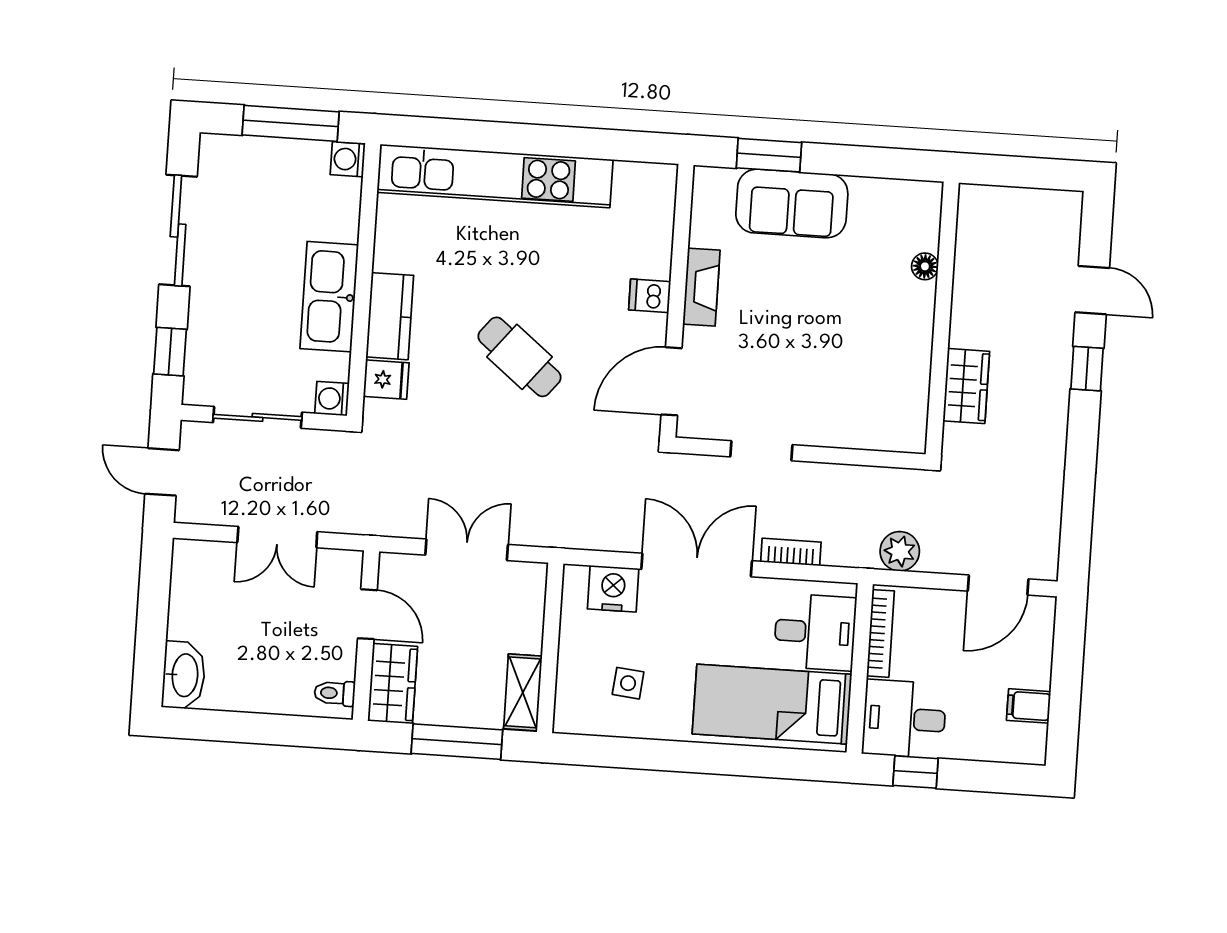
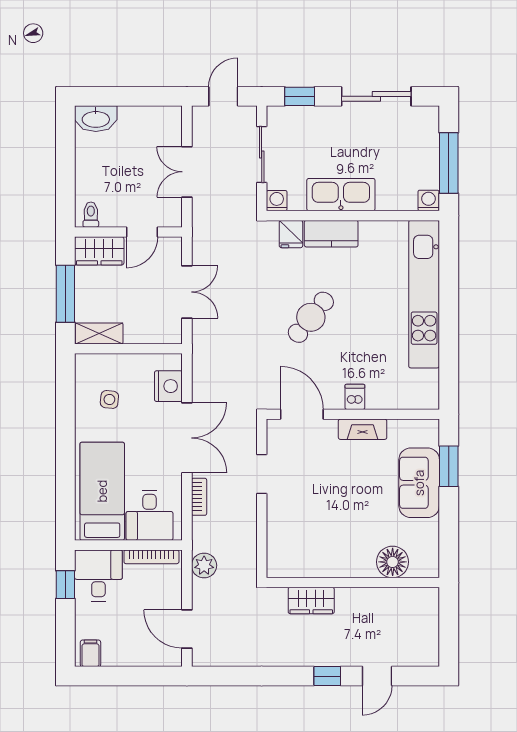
floor lamp: (925, 266) -> (393, 562), width x1.89, depth x1.89
filing cabinet: (1029, 706) -> (90, 653), moved

